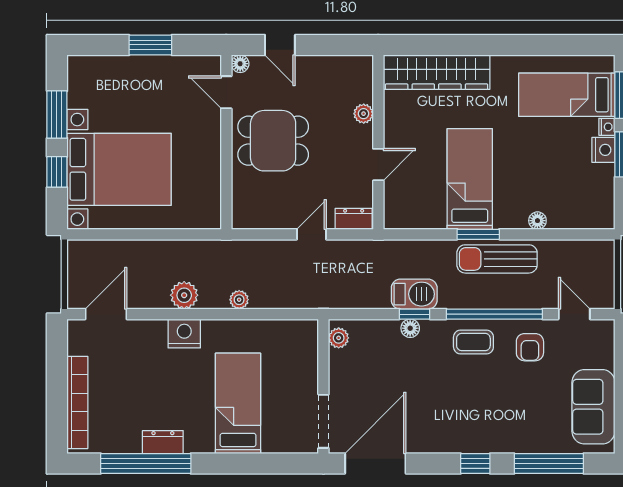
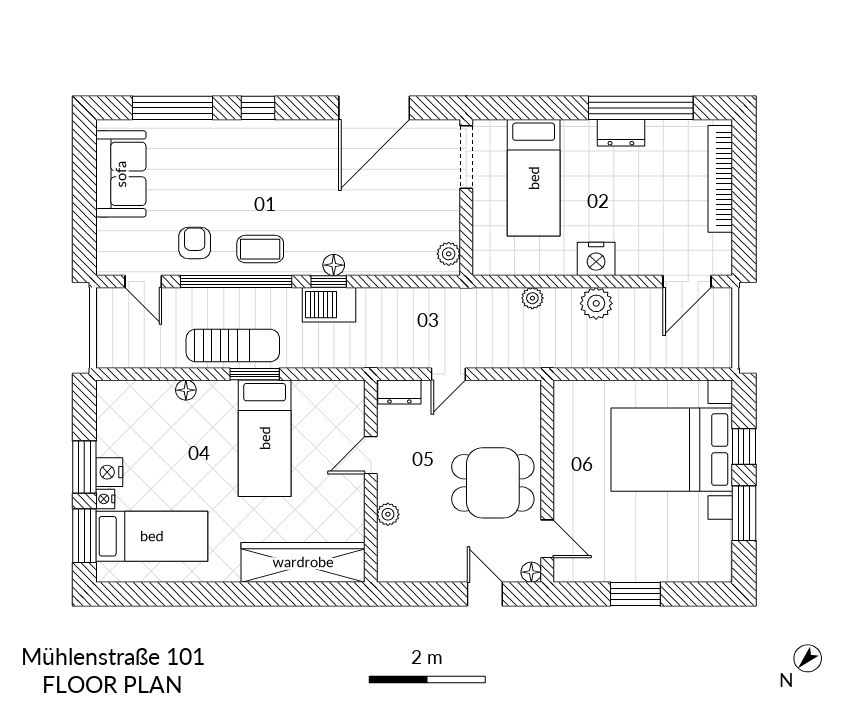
plant: (339, 338) -> (449, 254), moved
wall: (323, 386) -> (466, 198), moved
doorway: (323, 421) -> (466, 157), moved

